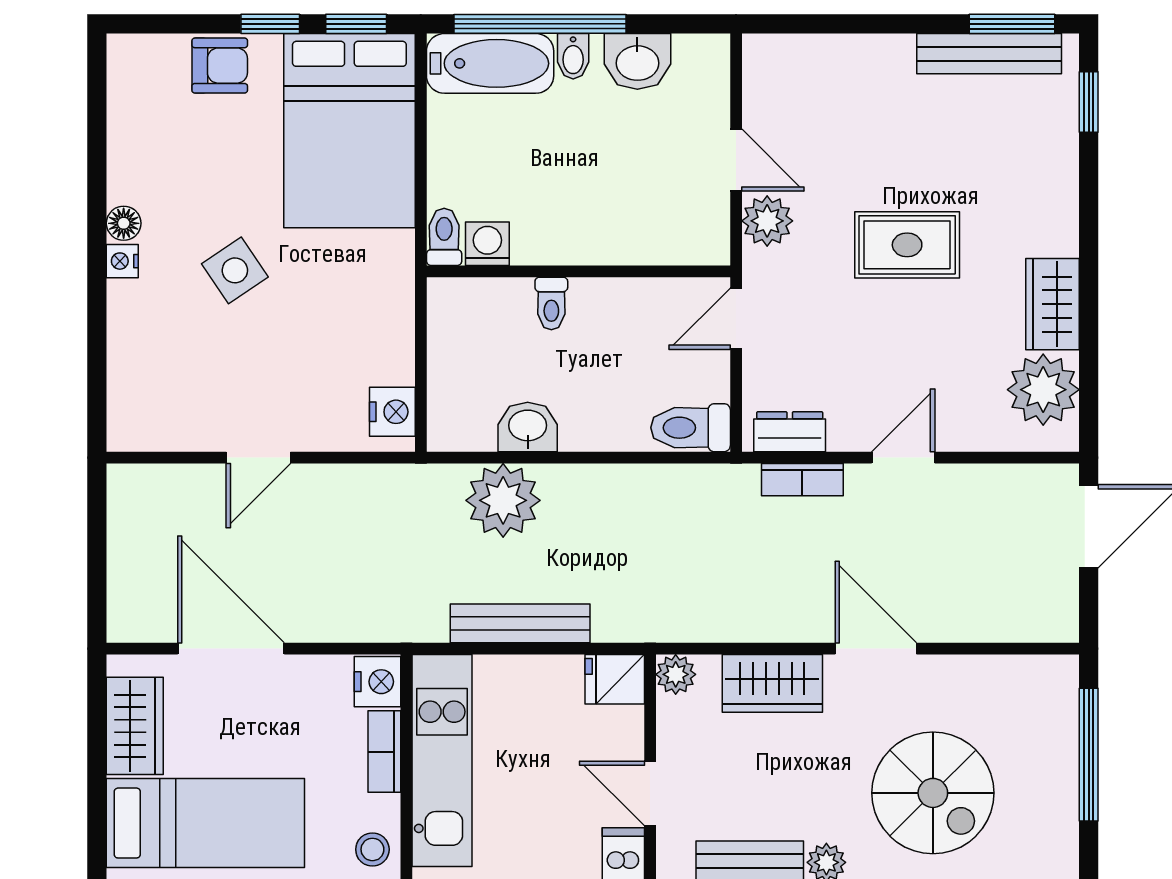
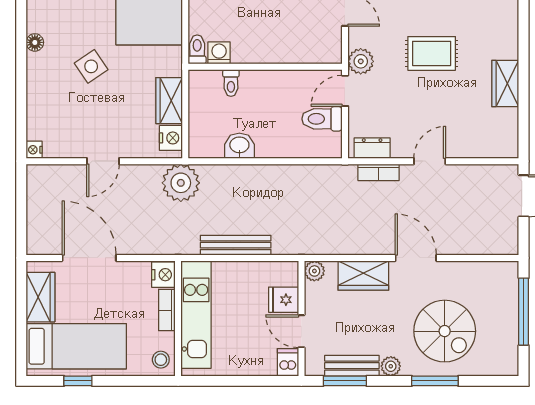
plant: (767, 221) -> (361, 61), moved
nightstand: (122, 261) -> (34, 150), moved
toilet: (551, 303) -> (231, 83), moved
wardrobe: (389, 338) -> (169, 101), added
plant: (1043, 390) -> (501, 127), removed
toilet: (691, 428) -> (322, 119), moved
plant: (503, 500) -> (181, 183), moved
fridge: (615, 679) -> (284, 300), moved

